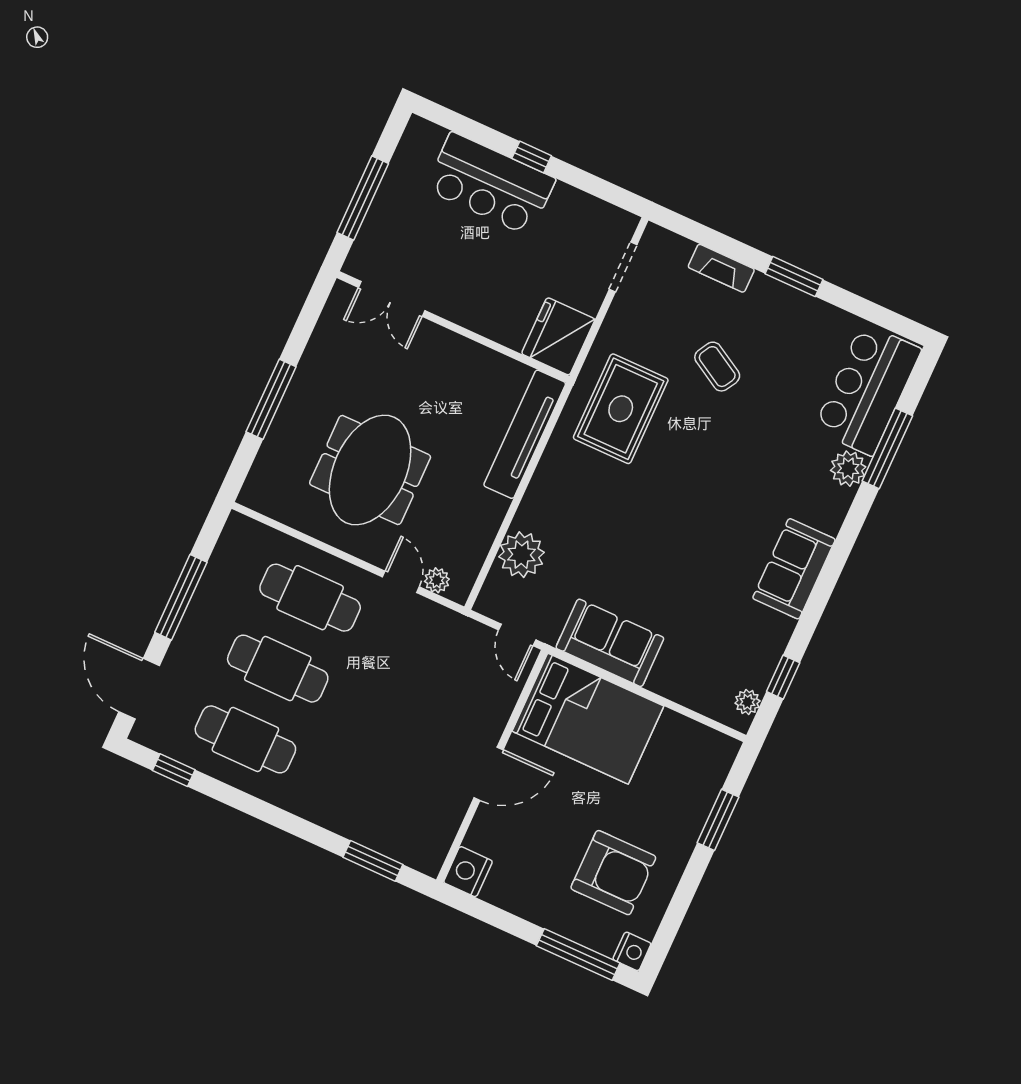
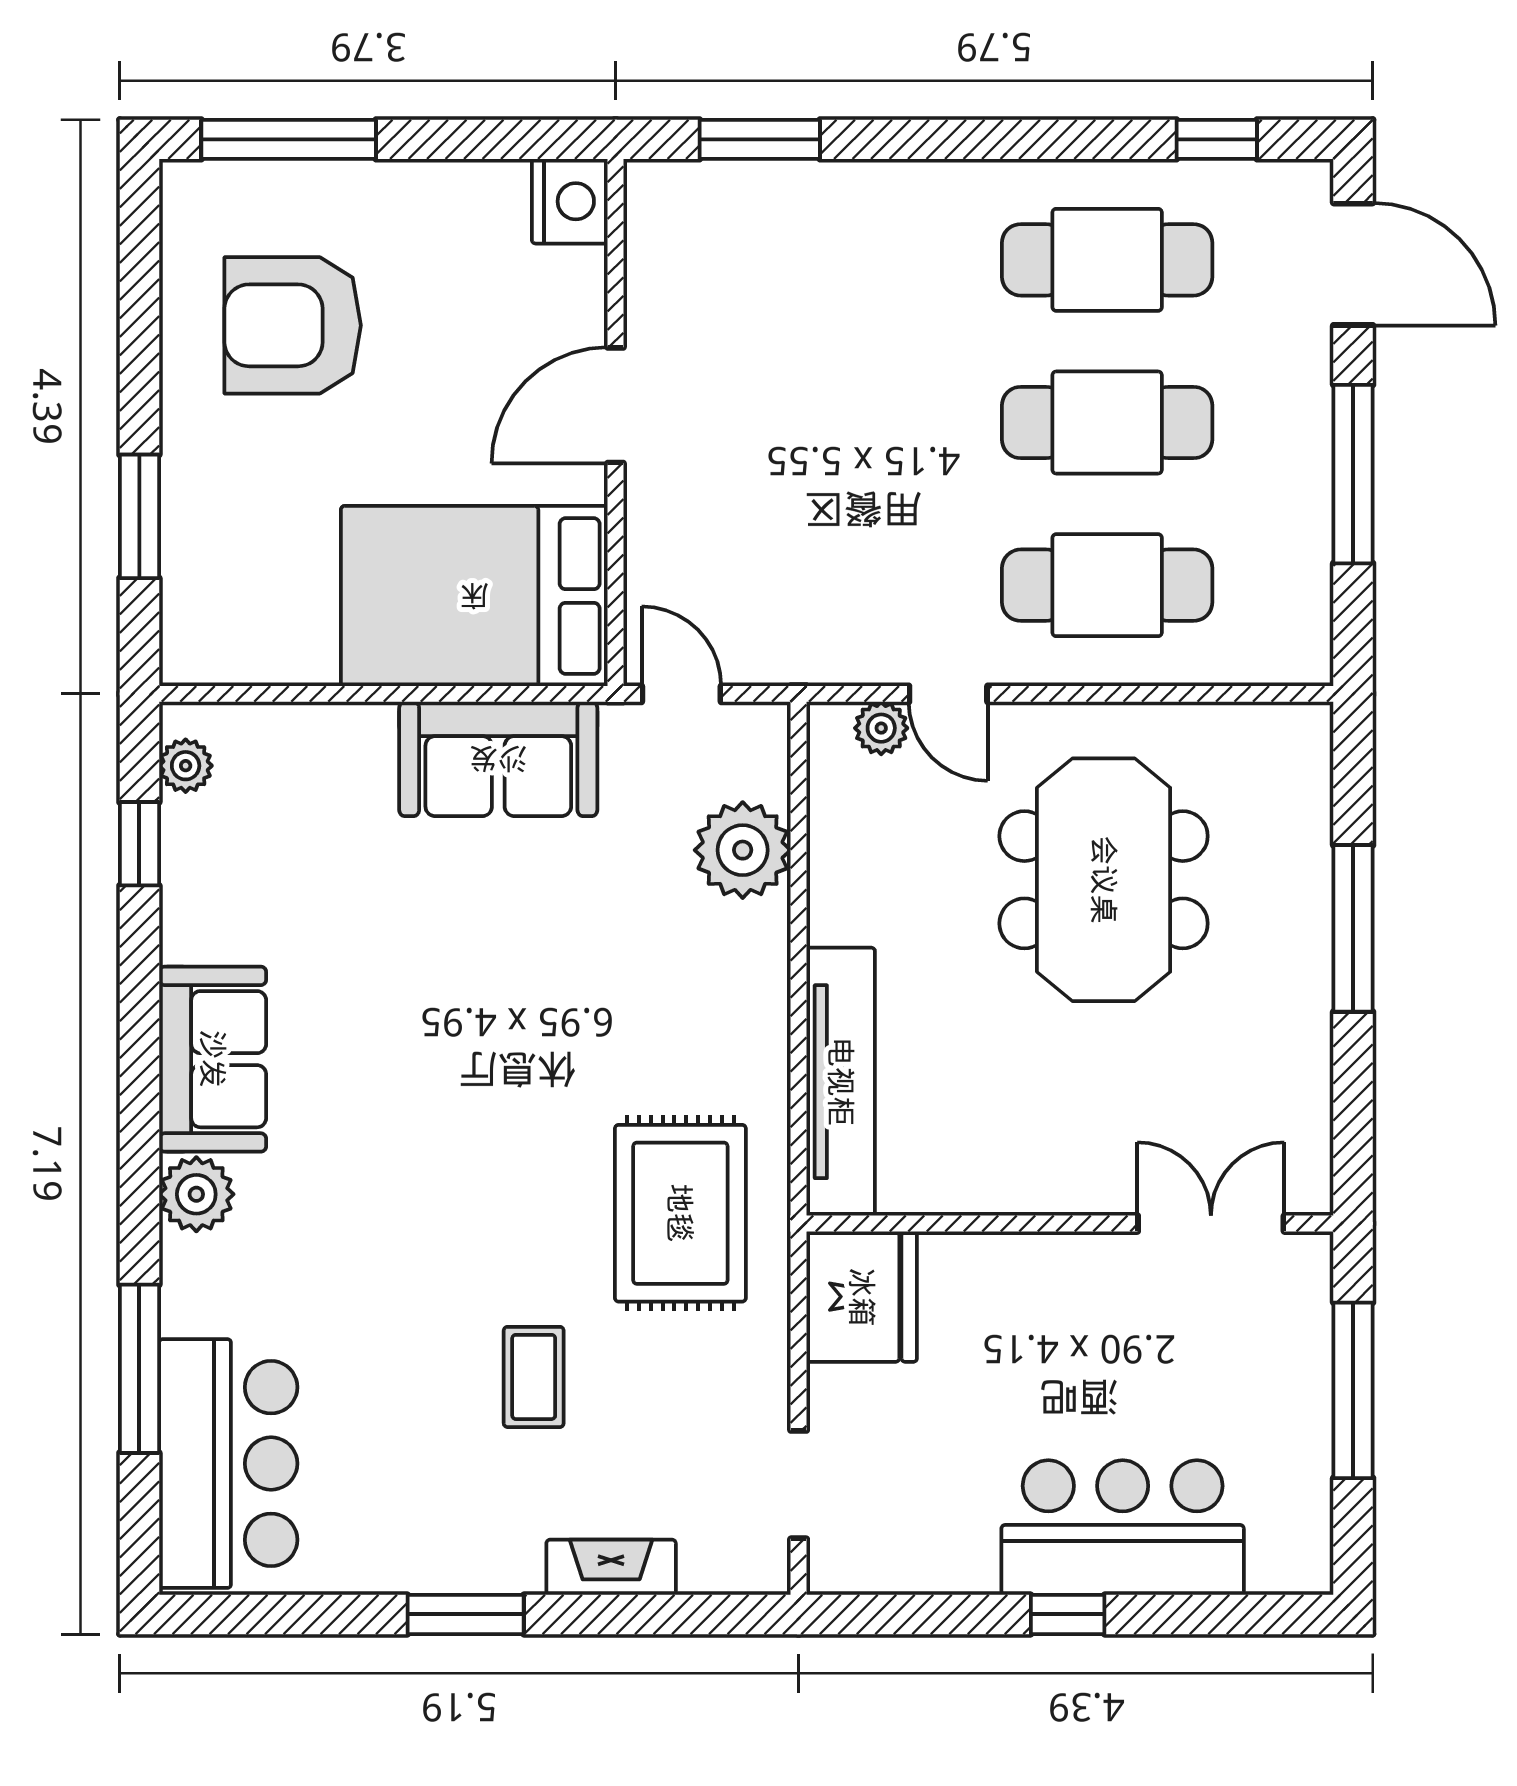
coffee table: (717, 367) -> (534, 1377), turned 60
plant: (848, 469) -> (196, 1194), moved
nightstand: (632, 951) -> (189, 192), removed

